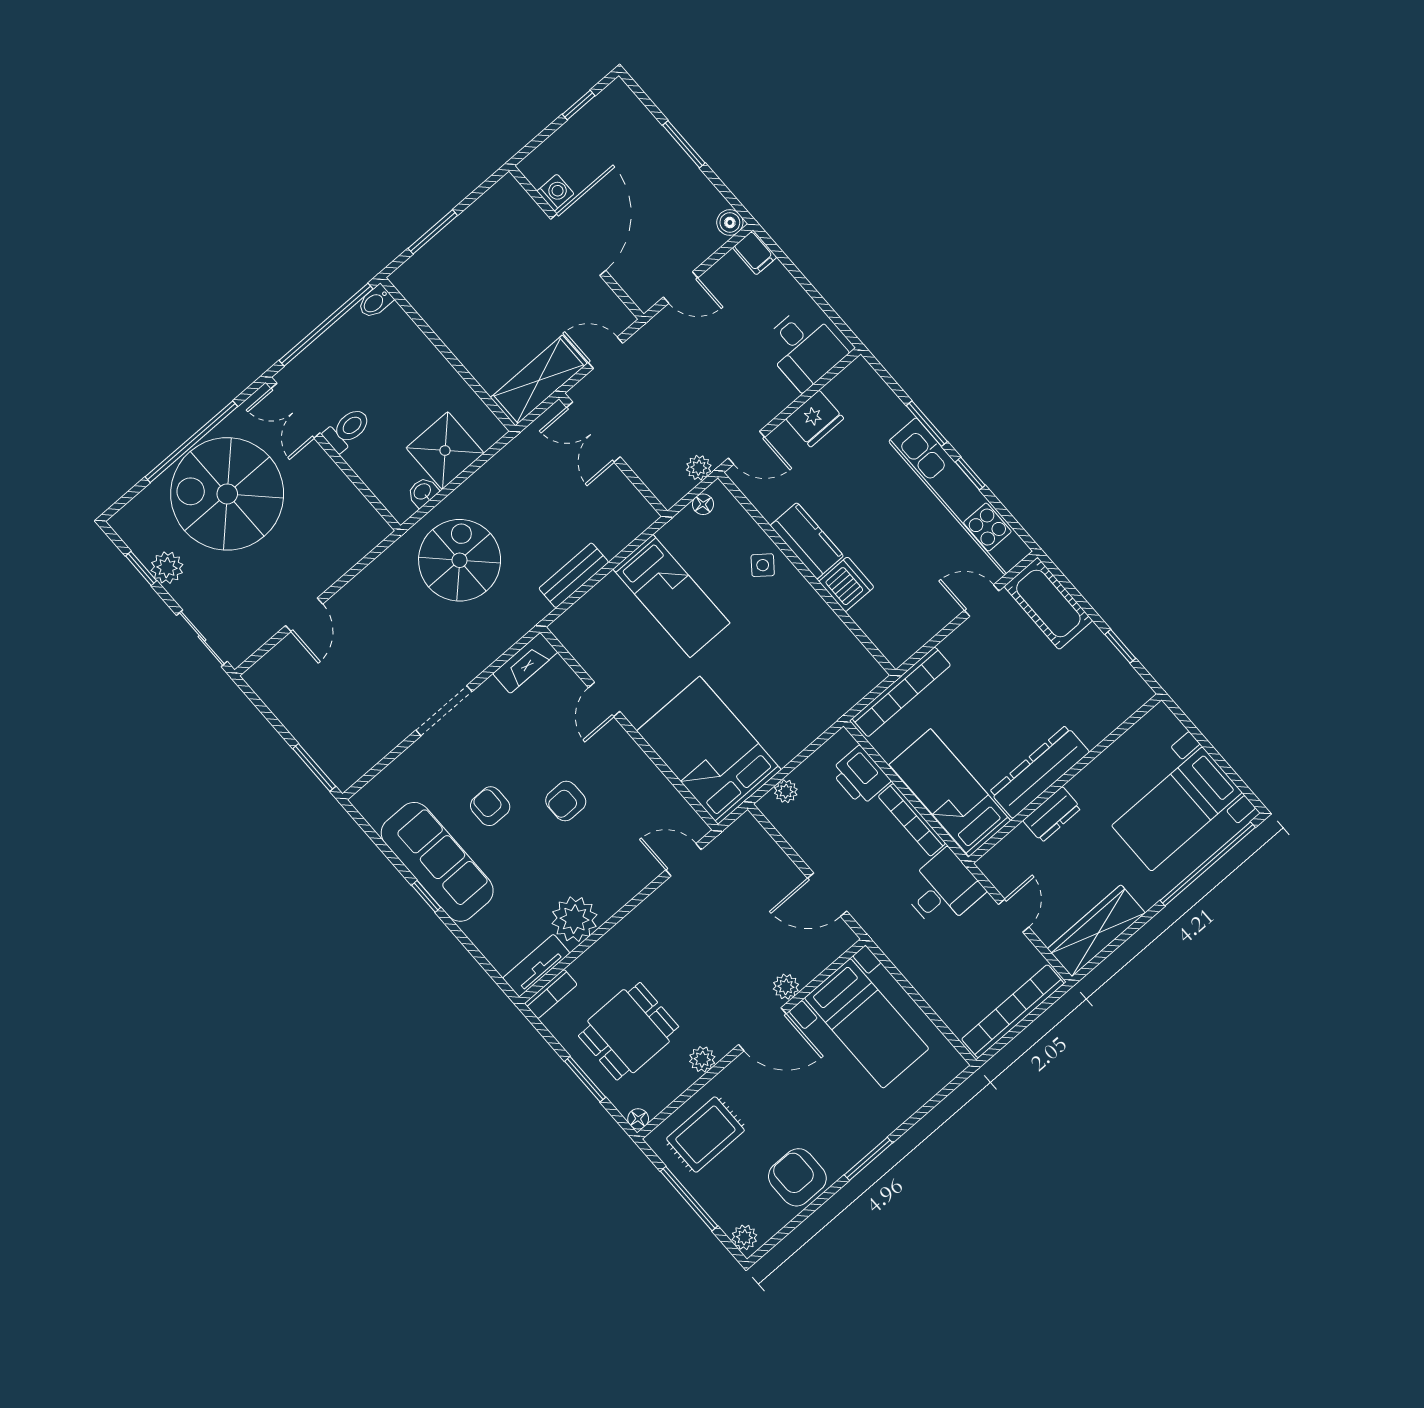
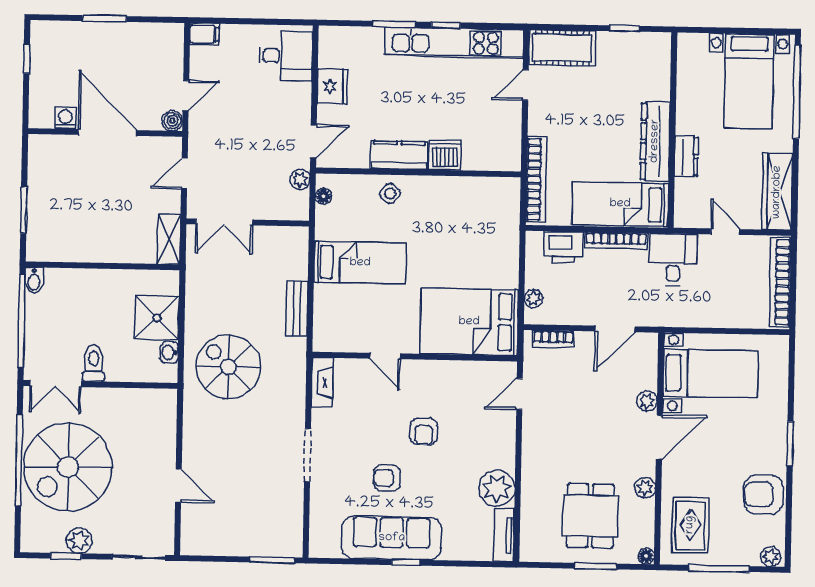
boiler: (730, 223) -> (172, 121), moved
shelving: (539, 381) -> (169, 239), width x0.67, depth x0.75
bookcase: (551, 994) -> (553, 339), moved, turned 90

